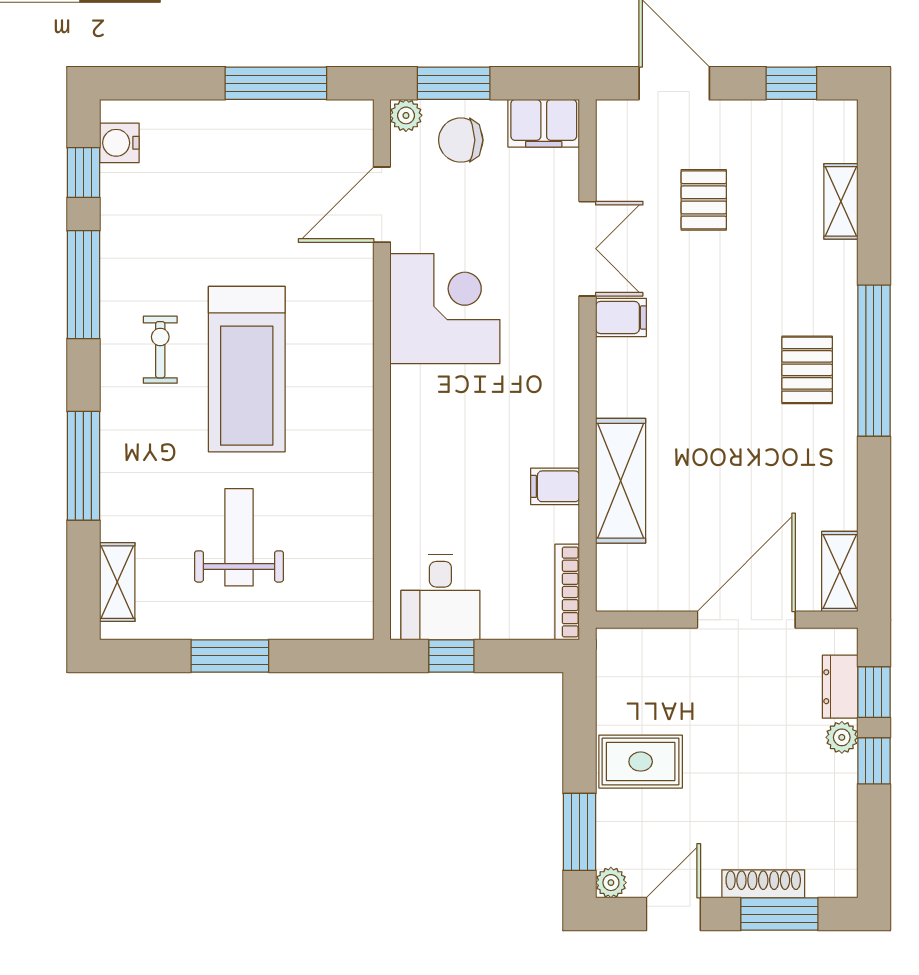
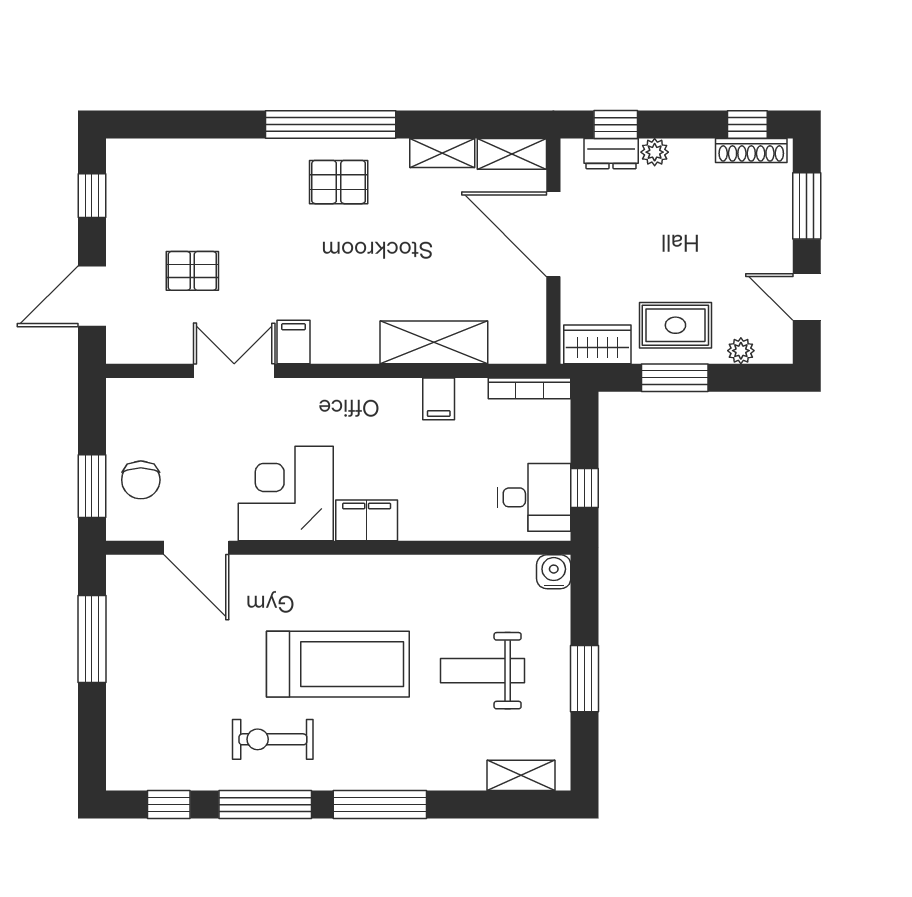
plant: (406, 115) -> (120, 527), removed
filing cabinet: (544, 123) -> (367, 520), moved, turned -90
water cooler: (119, 143) -> (554, 572), moved, turned 180
shelving: (841, 201) -> (442, 153), moved
exercise bike: (160, 350) -> (273, 739), moved, width x1.38, depth x1.39
window: (83, 466) -> (380, 805), moved
wardrobe: (618, 671) -> (597, 344), added
window: (874, 761) -> (747, 125), moved
rug: (641, 762) -> (675, 325), turned 90
window: (579, 832) -> (675, 378), moved
plant: (611, 883) -> (741, 351), moved
shoe rack: (763, 884) -> (751, 151), moved, turned -90

